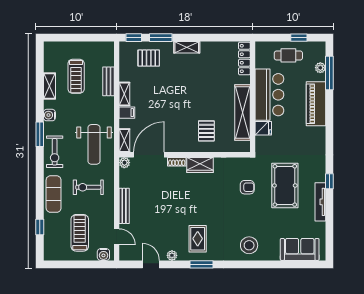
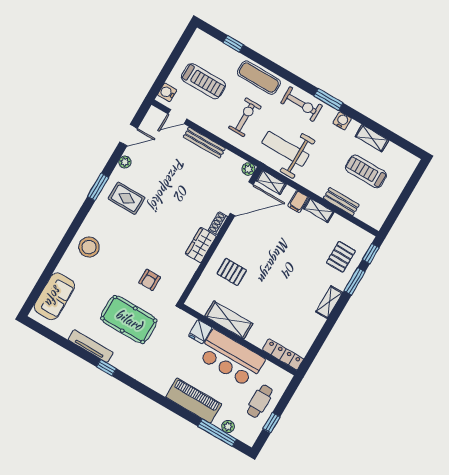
shelving: (242, 113) -> (229, 320), width x0.68
exercise bike: (55, 152) -> (302, 104), turned 180
door: (149, 155) -> (242, 199), hinge flipped

